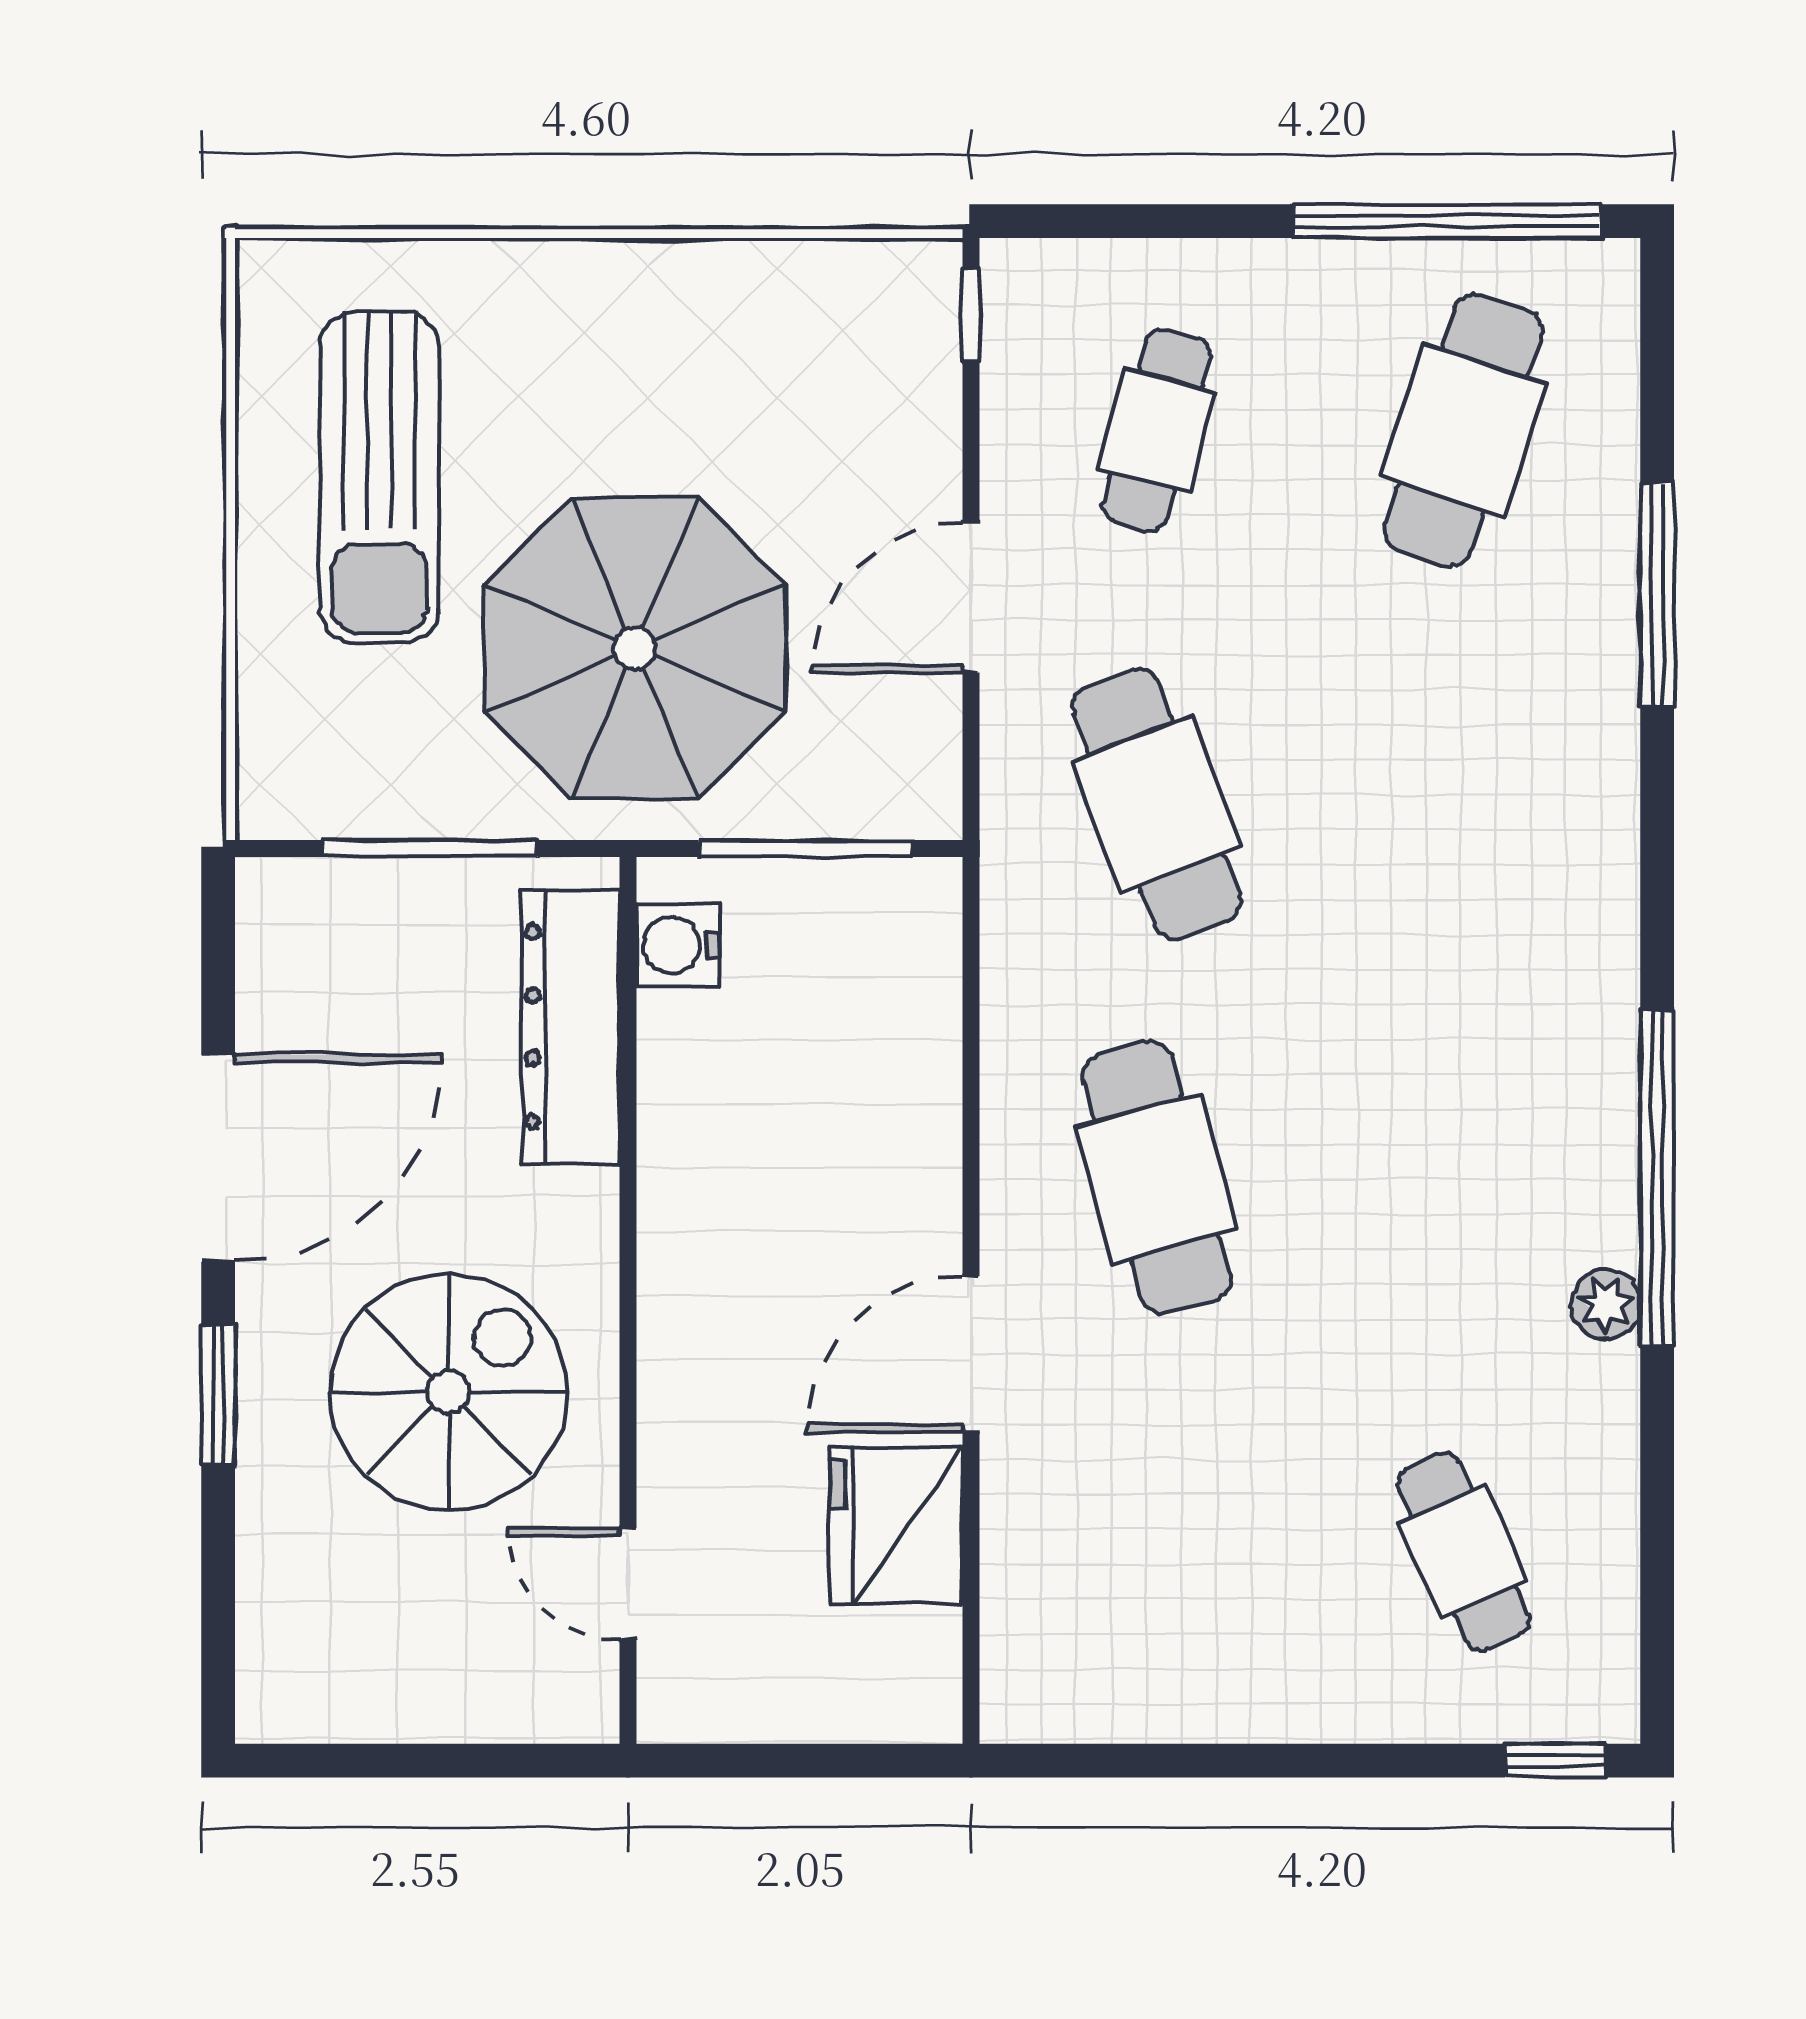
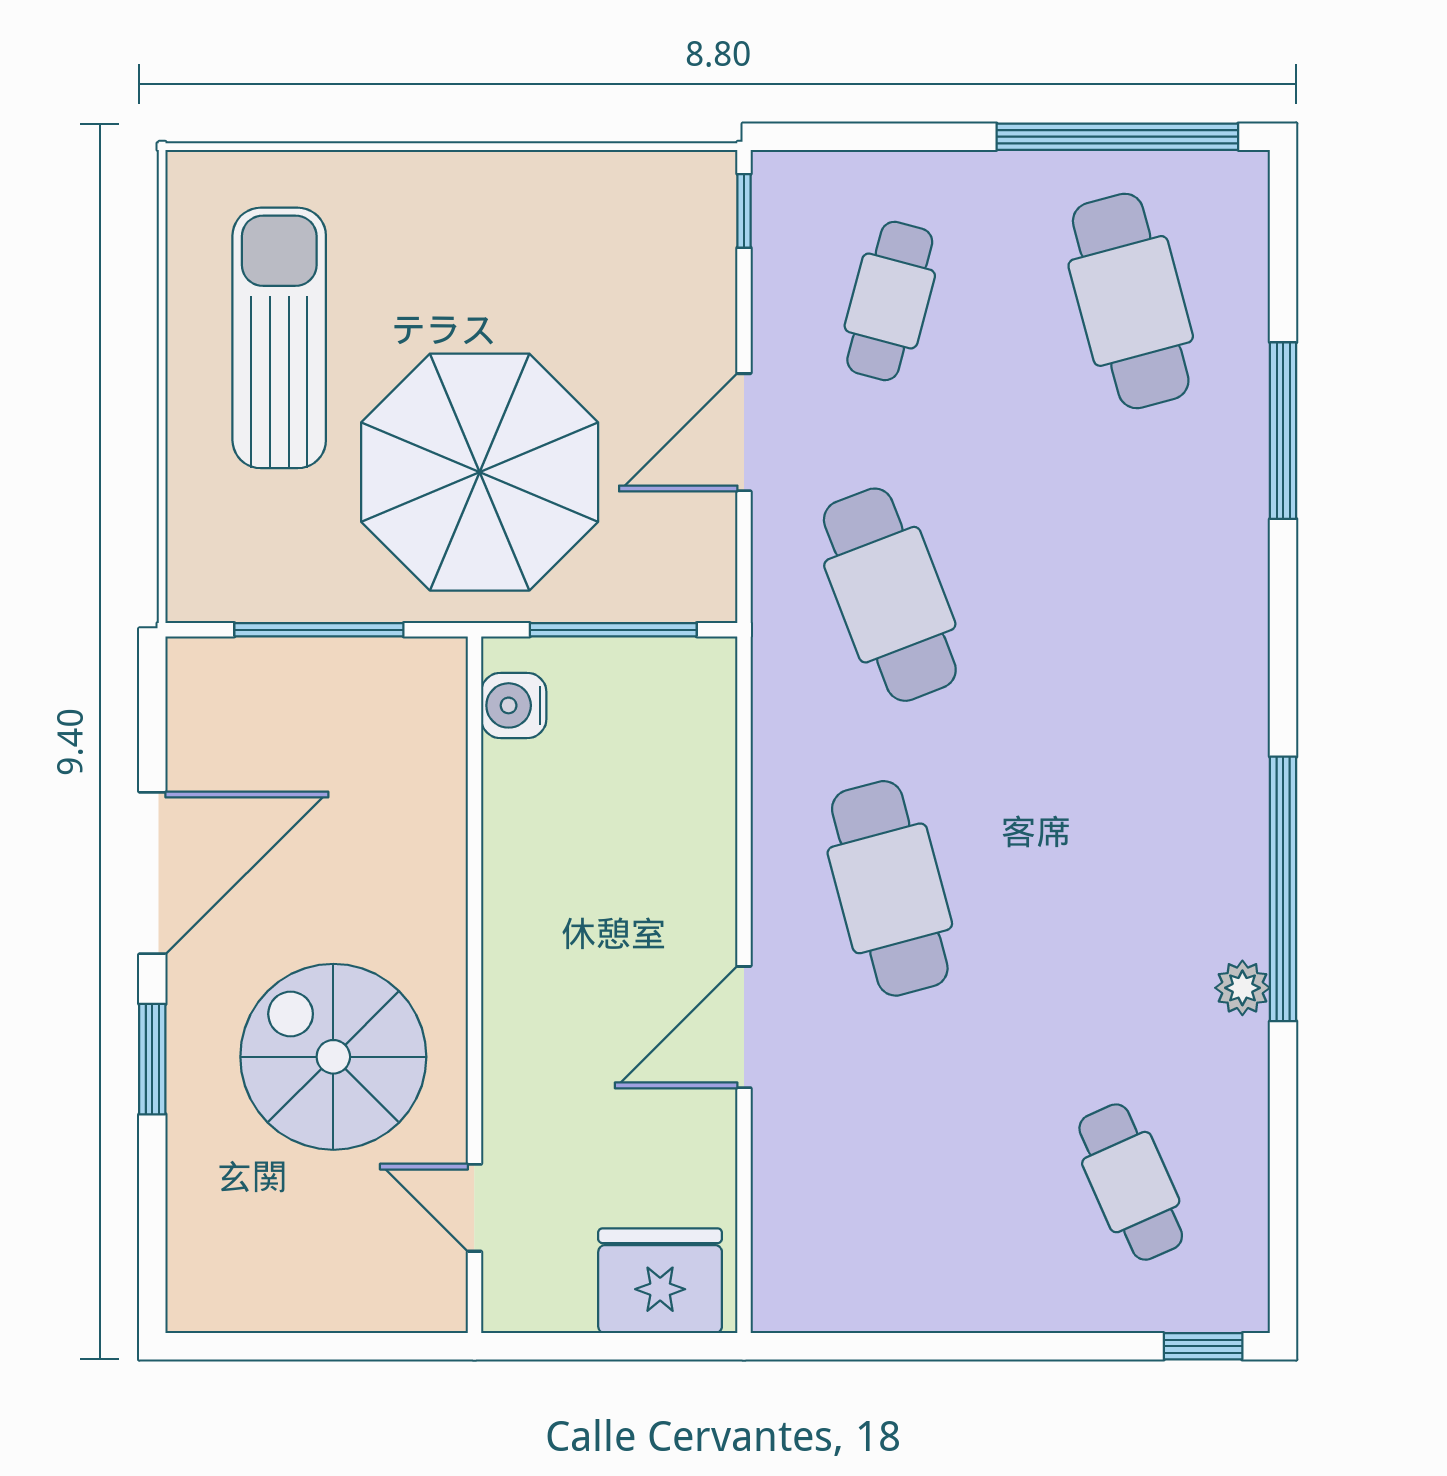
cafe table: (1463, 430) -> (1131, 301), turned -33
sun lounger: (379, 477) -> (279, 338), turned 180
dresser: (571, 1027) -> (429, 770), removed
spiral stairs: (448, 1392) -> (333, 1057), turned -90
fridge: (896, 1525) -> (660, 1281), moved, turned 90

